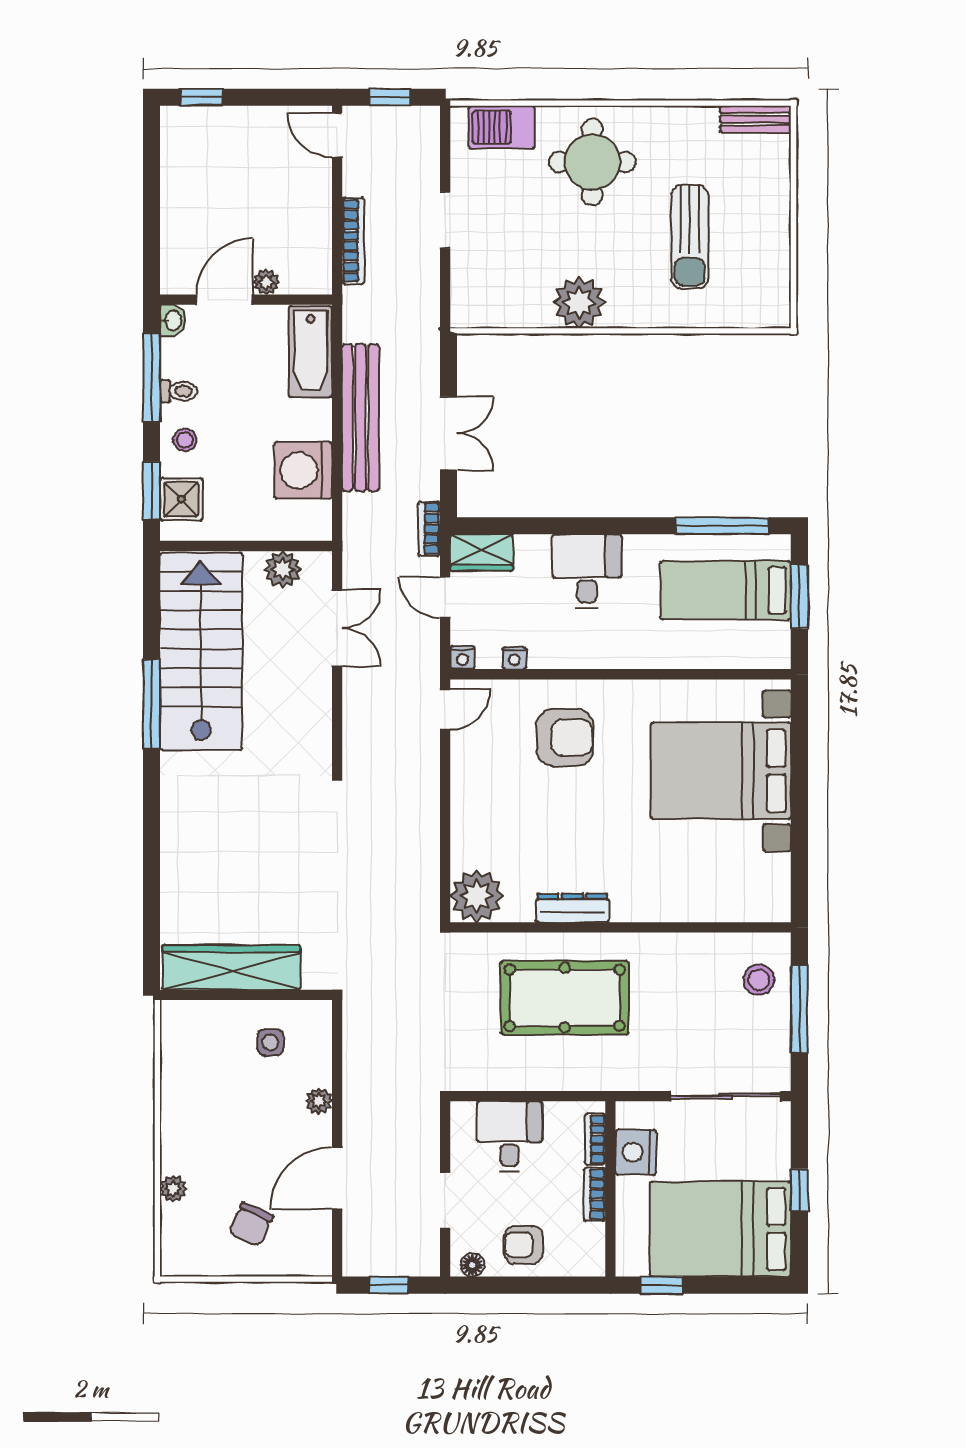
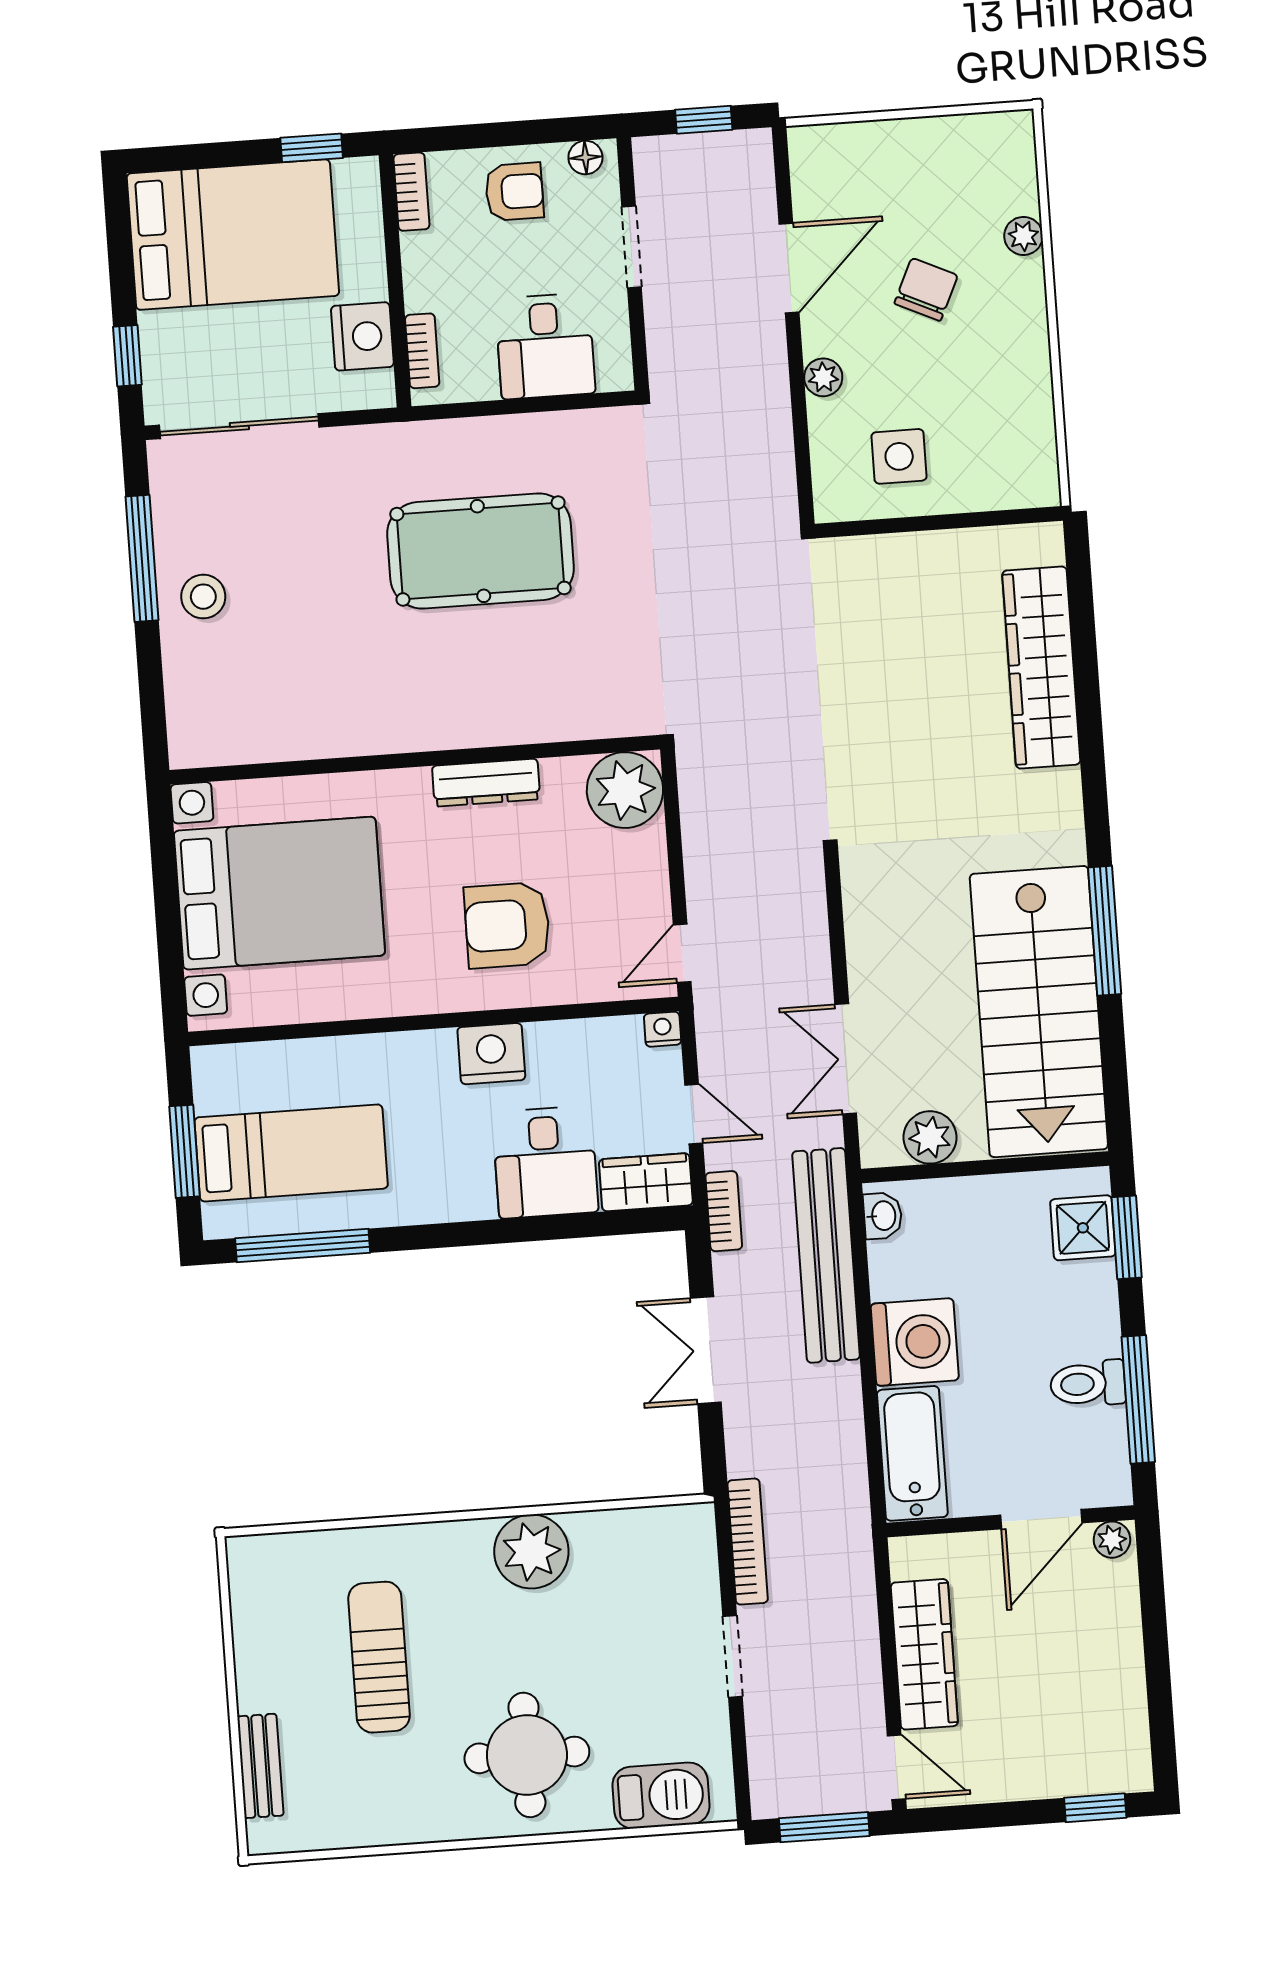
window: (390, 97) -> (824, 1827), width x1.50
bench: (755, 119) -> (260, 1766), moved, turned 90
wardrobe: (312, 212) -> (924, 1654), added
bookcase: (353, 241) -> (748, 1542), moved, turned 180
plant: (266, 282) -> (1112, 1540), moved
washbasin: (173, 321) -> (883, 1216), moved, turned 180
toilet: (178, 391) -> (1088, 1384), width x1.37, depth x1.39
bench: (360, 418) -> (826, 1255), moved
stool: (185, 440) -> (1084, 1314), removed
washing machine: (303, 470) -> (915, 1342), moved
desk: (587, 571) -> (545, 1162), moved
nightstand: (514, 658) -> (491, 1054), moved, width x1.89, depth x1.79
plant: (477, 896) -> (625, 790), moved
dresser: (572, 908) -> (486, 783), moved
wall: (621, 927) -> (415, 760), moved
wardrobe: (231, 967) -> (1041, 668), moved, turned 90
side table: (270, 1042) -> (899, 456), width x1.37, depth x1.37
window: (799, 1190) -> (127, 356), moved
bookcase: (595, 1194) -> (411, 192), moved
chair: (251, 1224) -> (926, 289), moved

